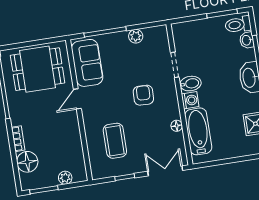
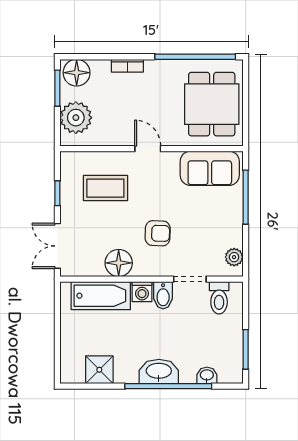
toilet: (238, 25) -> (219, 298), moved, turned 180
plant: (136, 36) -> (234, 257), moved
door: (77, 99) -> (148, 149), moved
floor lamp: (177, 126) -> (119, 263), width x1.89, depth x1.89
floor lamp: (27, 162) -> (77, 73), moved
double door: (165, 171) -> (57, 246), swing flipped
plant: (65, 178) -> (76, 118), width x1.87, depth x1.87

